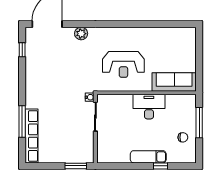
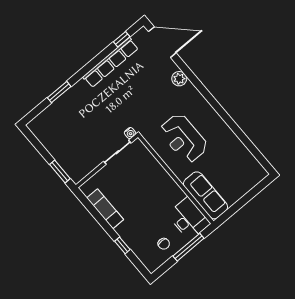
desk: (149, 107) -> (189, 219), moved
window: (22, 122) -> (59, 92), width x0.69
row of seats: (31, 136) -> (111, 62), moved
exam couch: (148, 157) -> (105, 209), moved

